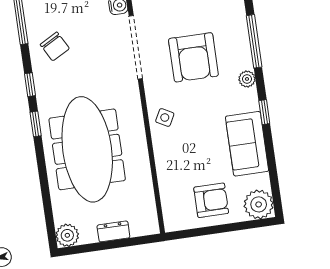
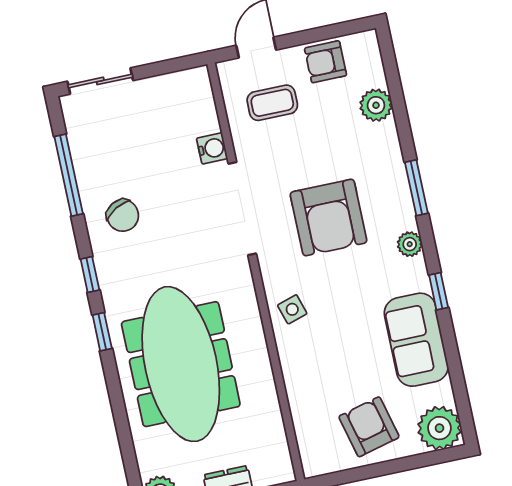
window: (254, 41) -> (416, 188), width x0.69
side table: (165, 118) -> (292, 309), turned 45
armchair: (211, 200) -> (369, 427), turned -104

